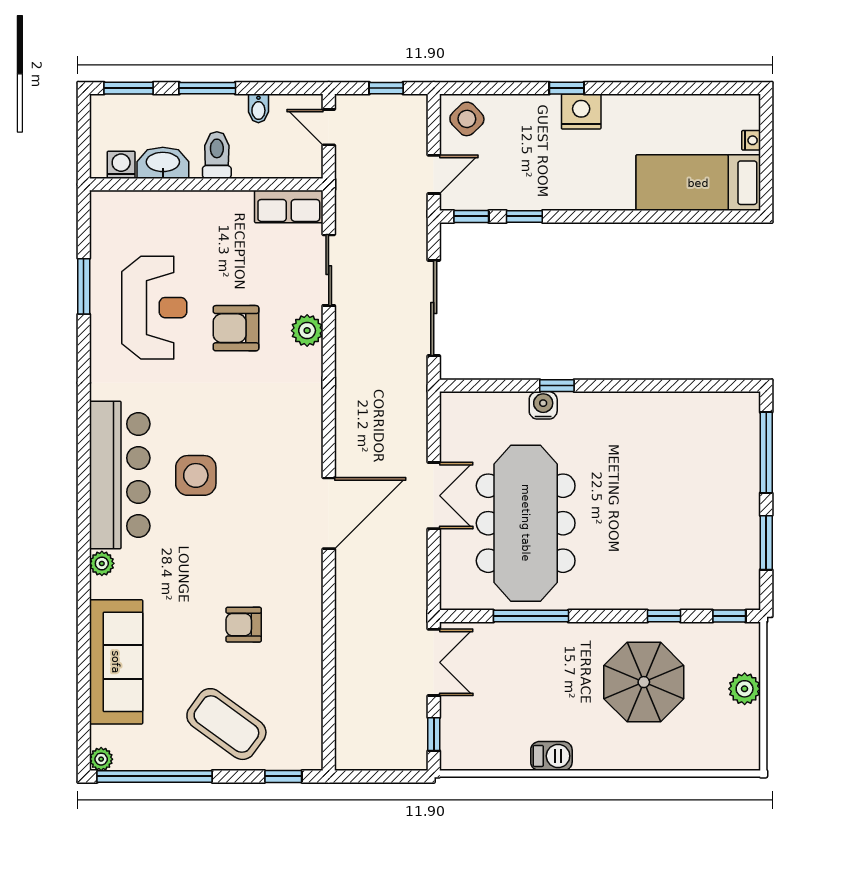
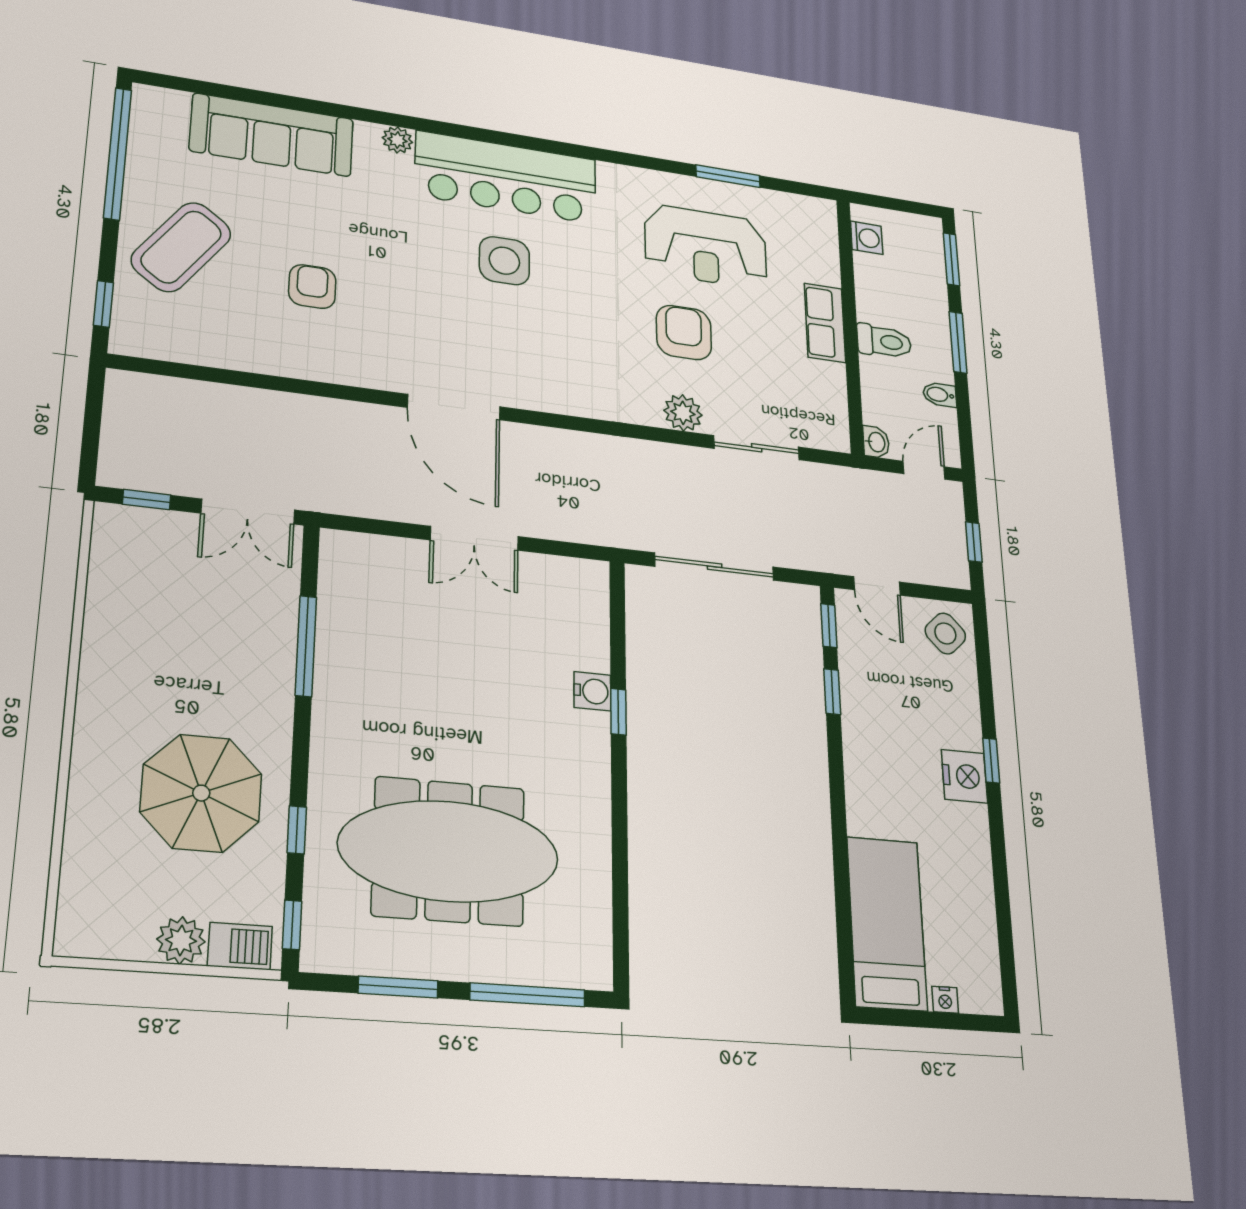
washbasin: (163, 163) -> (876, 442), moved, width x0.52, depth x0.69
row of seats: (289, 207) -> (825, 323), moved
meeting table: (526, 523) -> (449, 851), moved
barbecue: (551, 756) -> (240, 946), moved, turned -90
plant: (101, 759) -> (146, 97), removed

